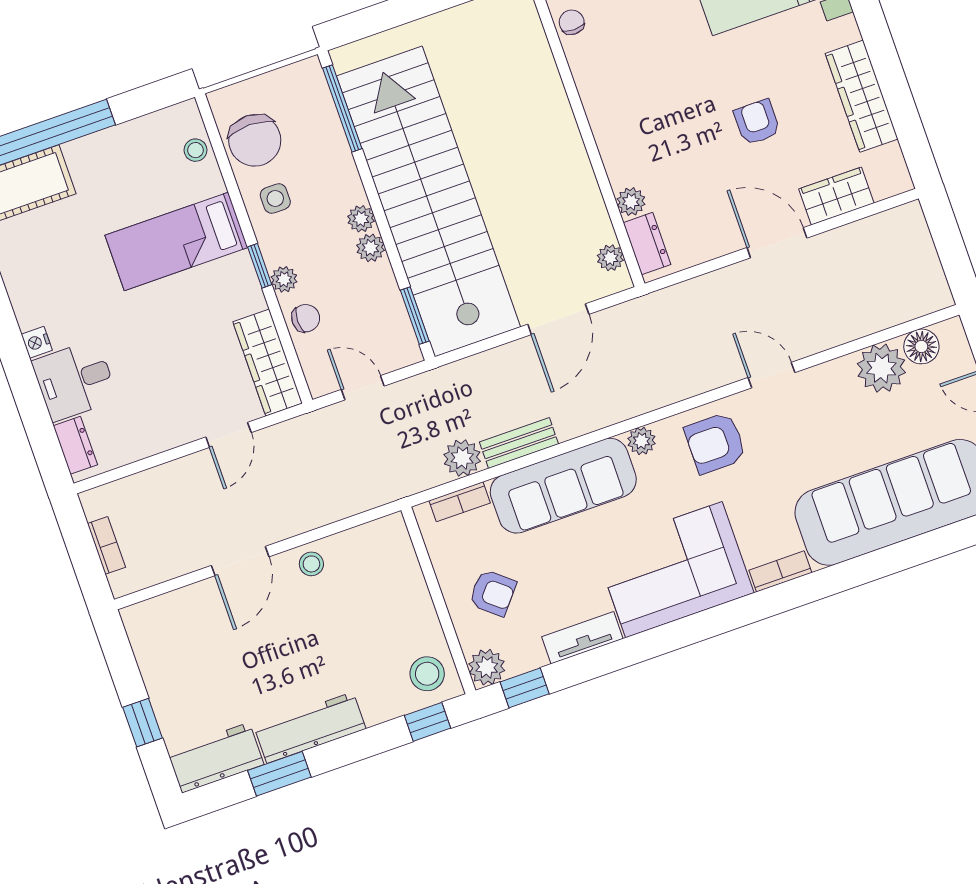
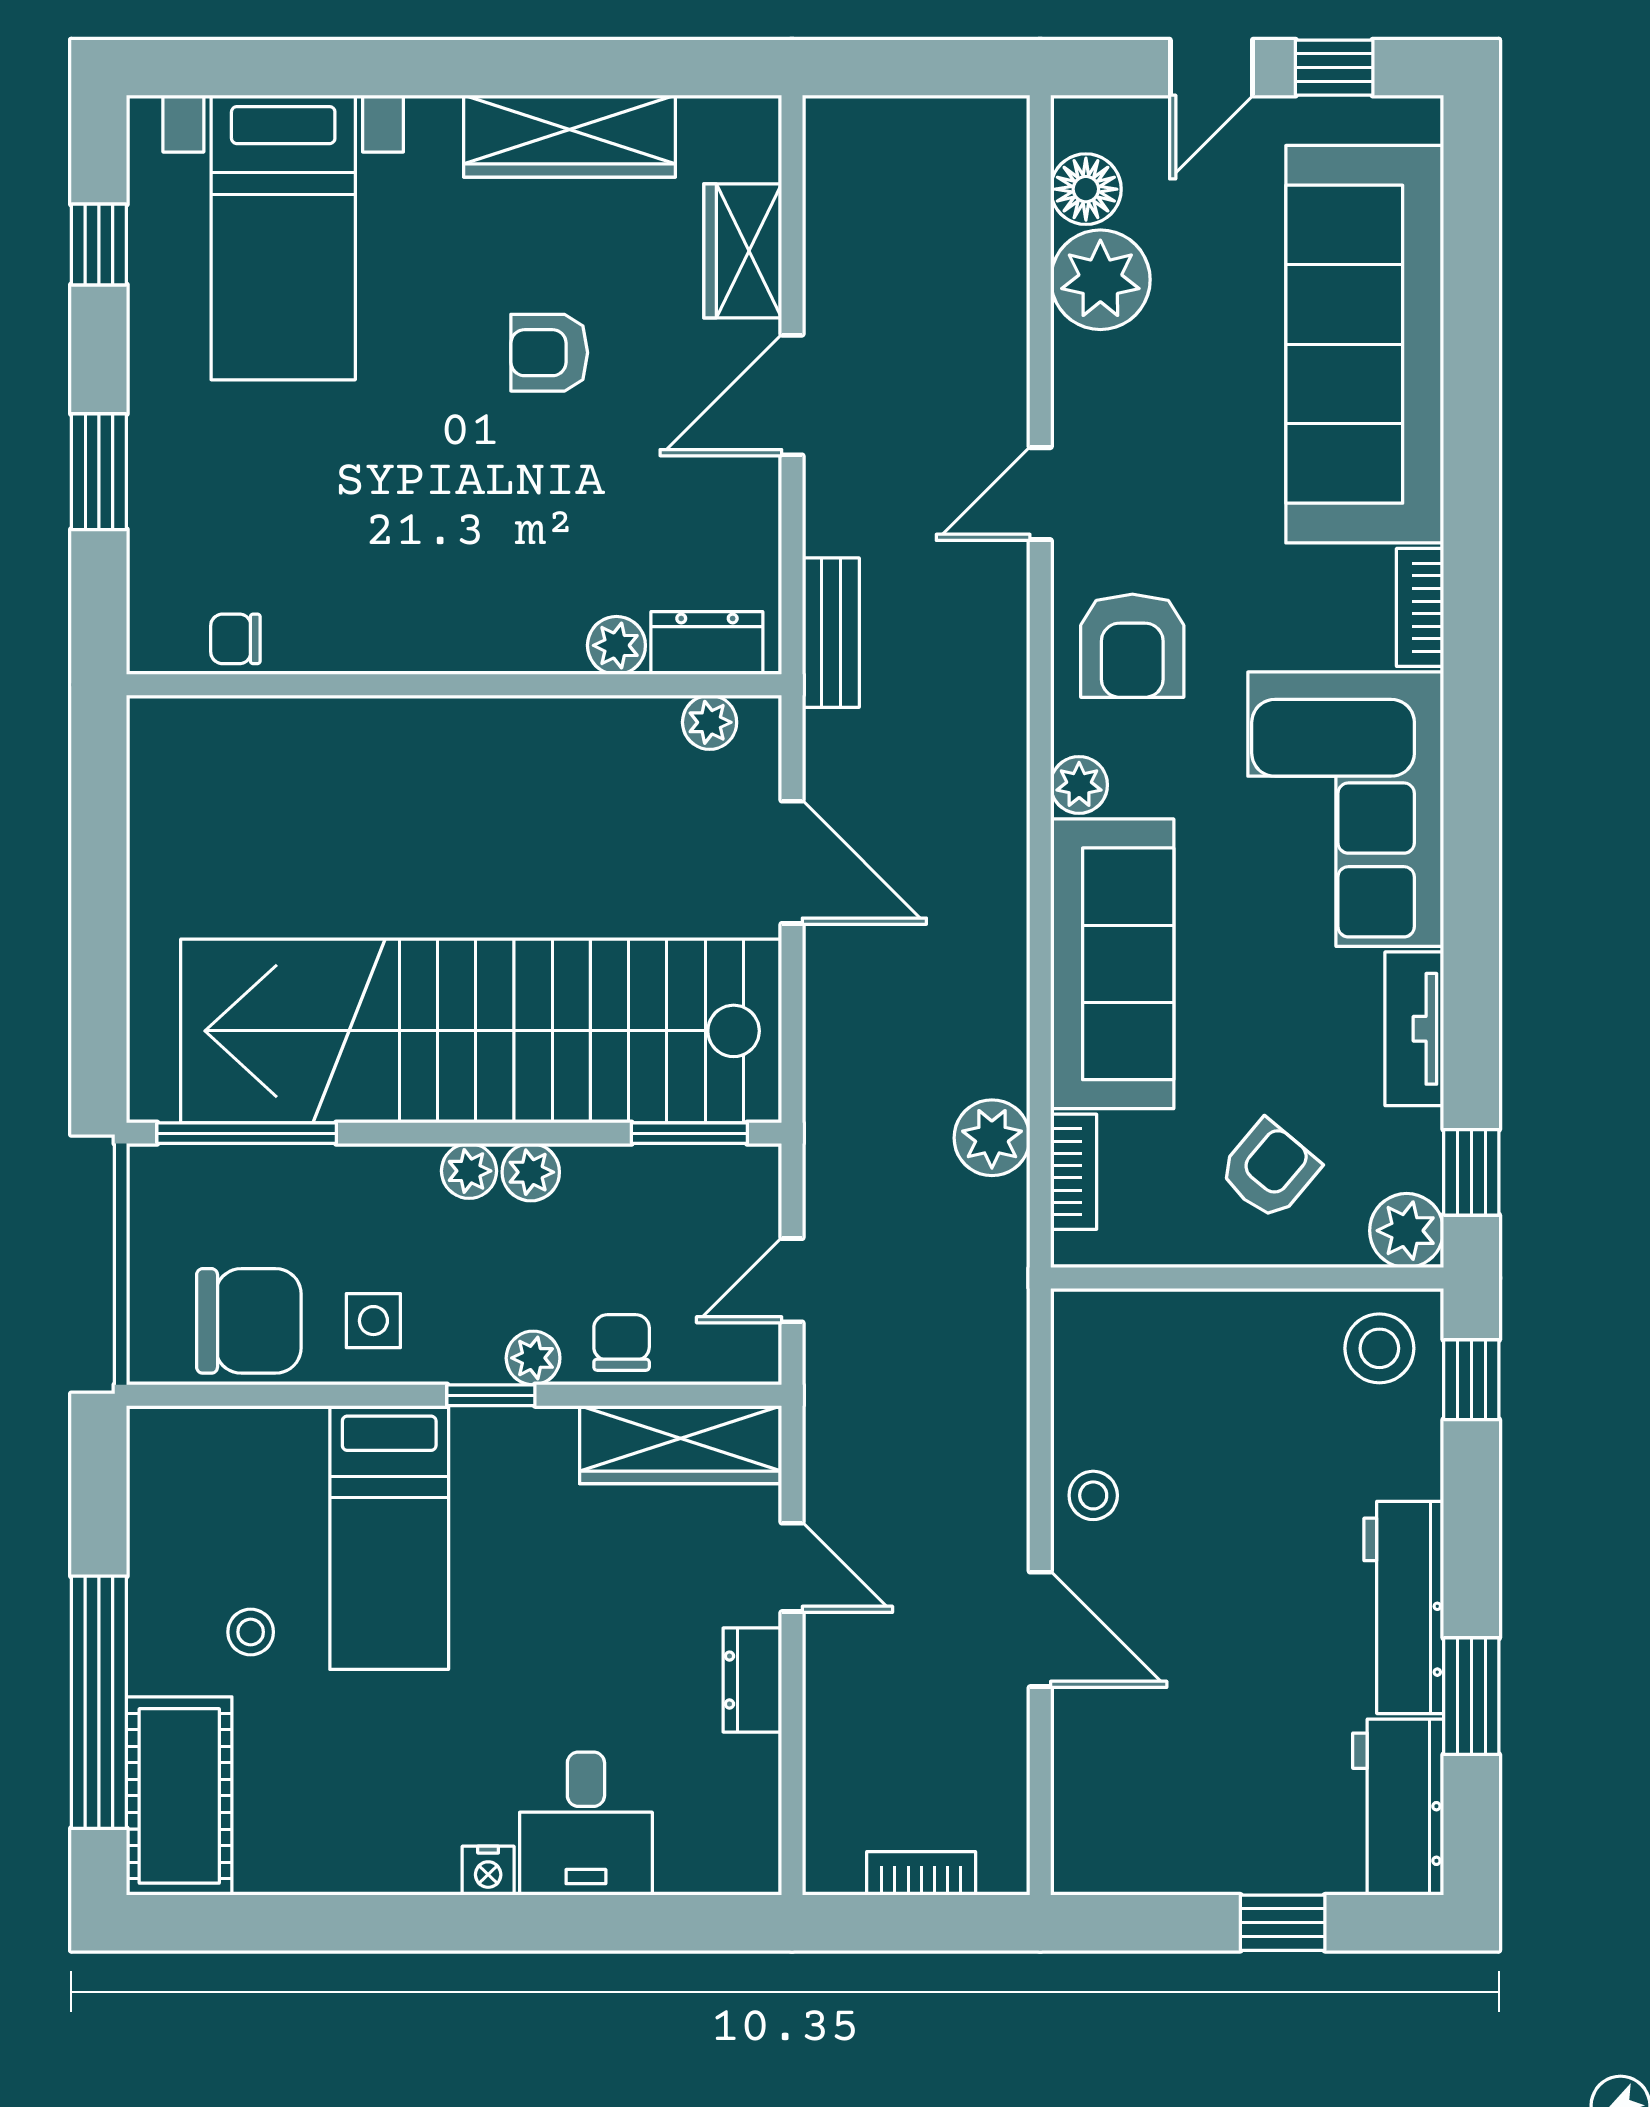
stool: (195, 150) -> (251, 1632), moved
bench: (519, 443) -> (831, 633), moved
dresser: (75, 445) -> (752, 1680), moved, turned -90

